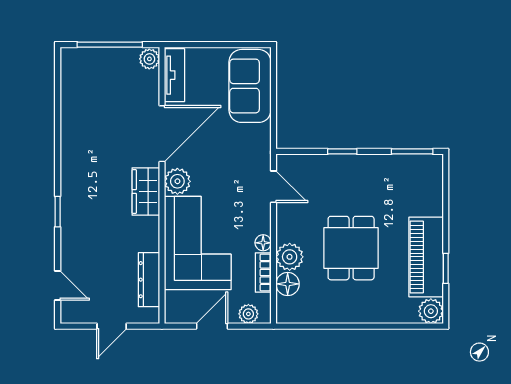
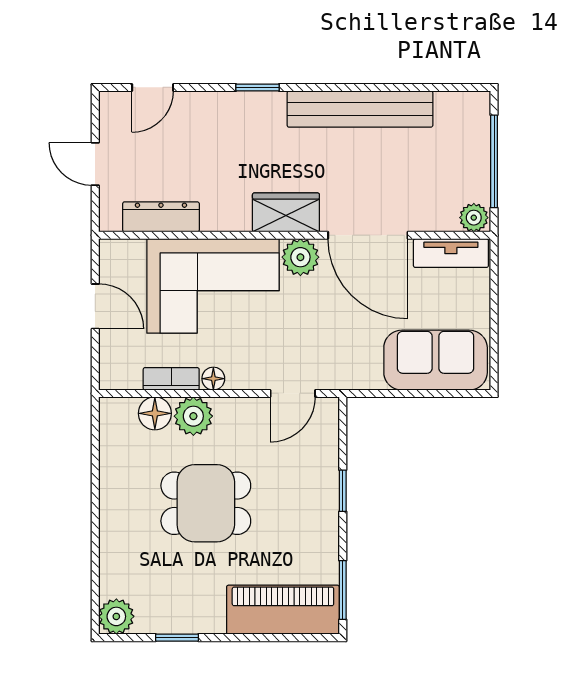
bench: (73, 139) -> (360, 109), added
piano: (426, 257) -> (283, 610), moved
plant: (248, 314) -> (112, 358), removed

